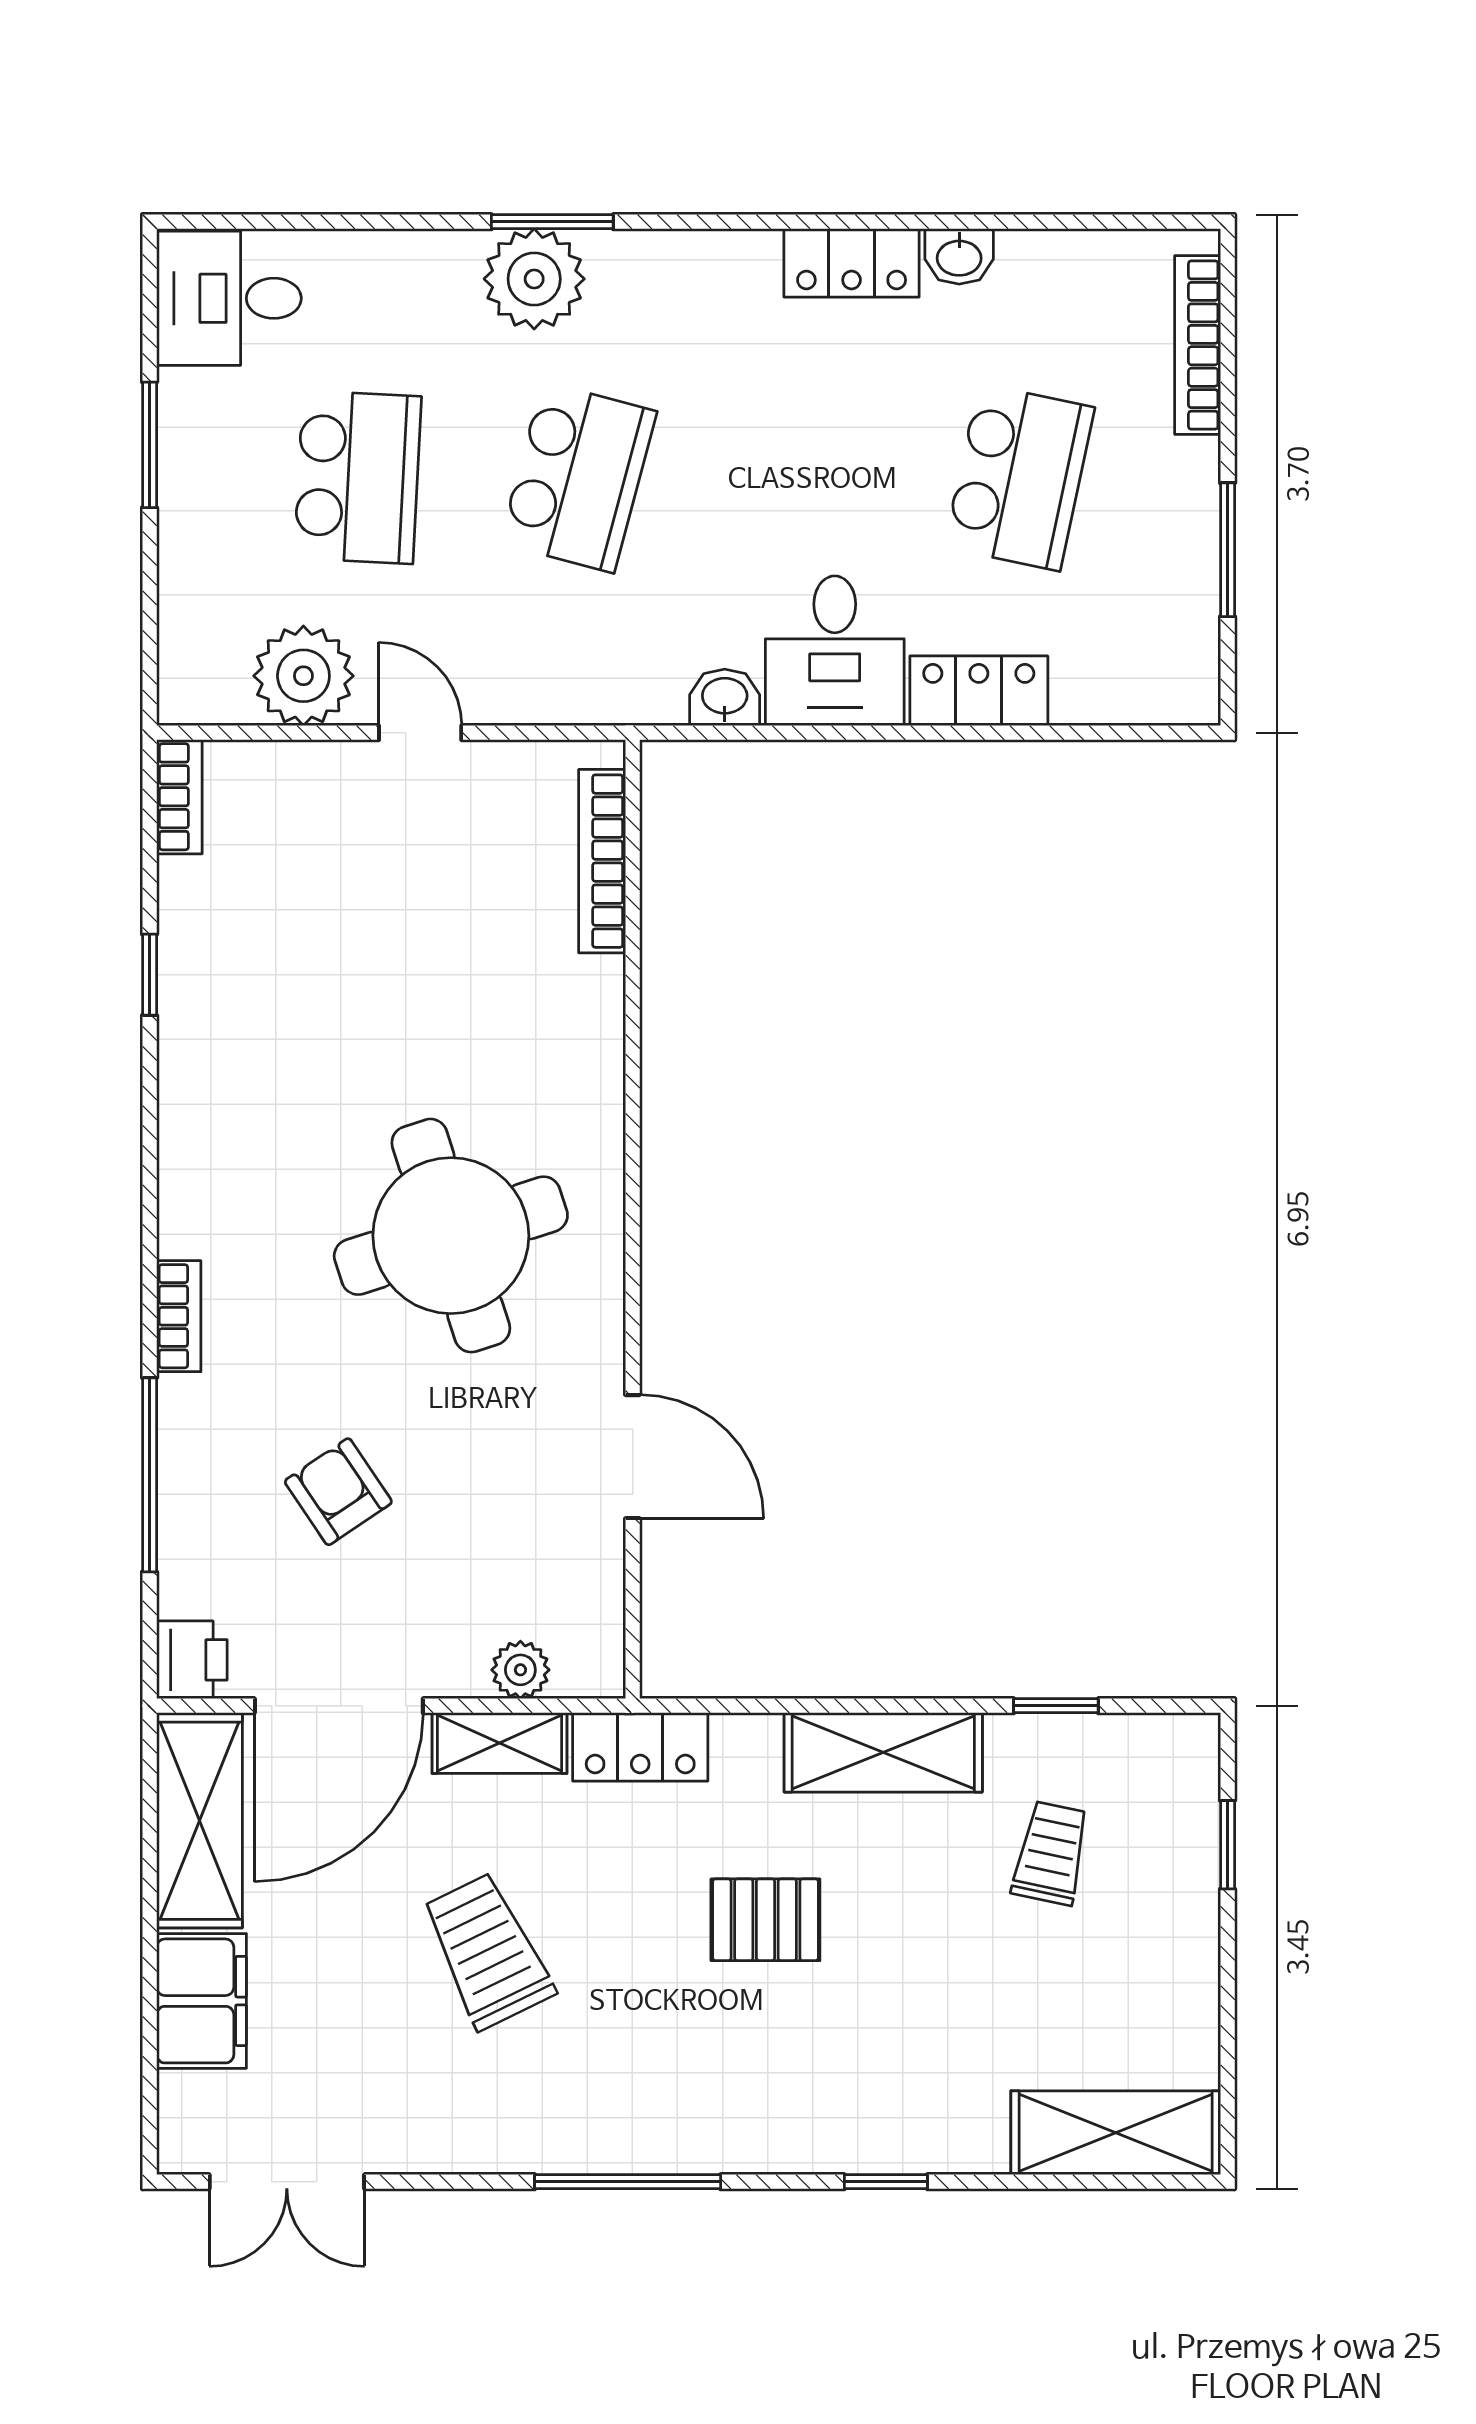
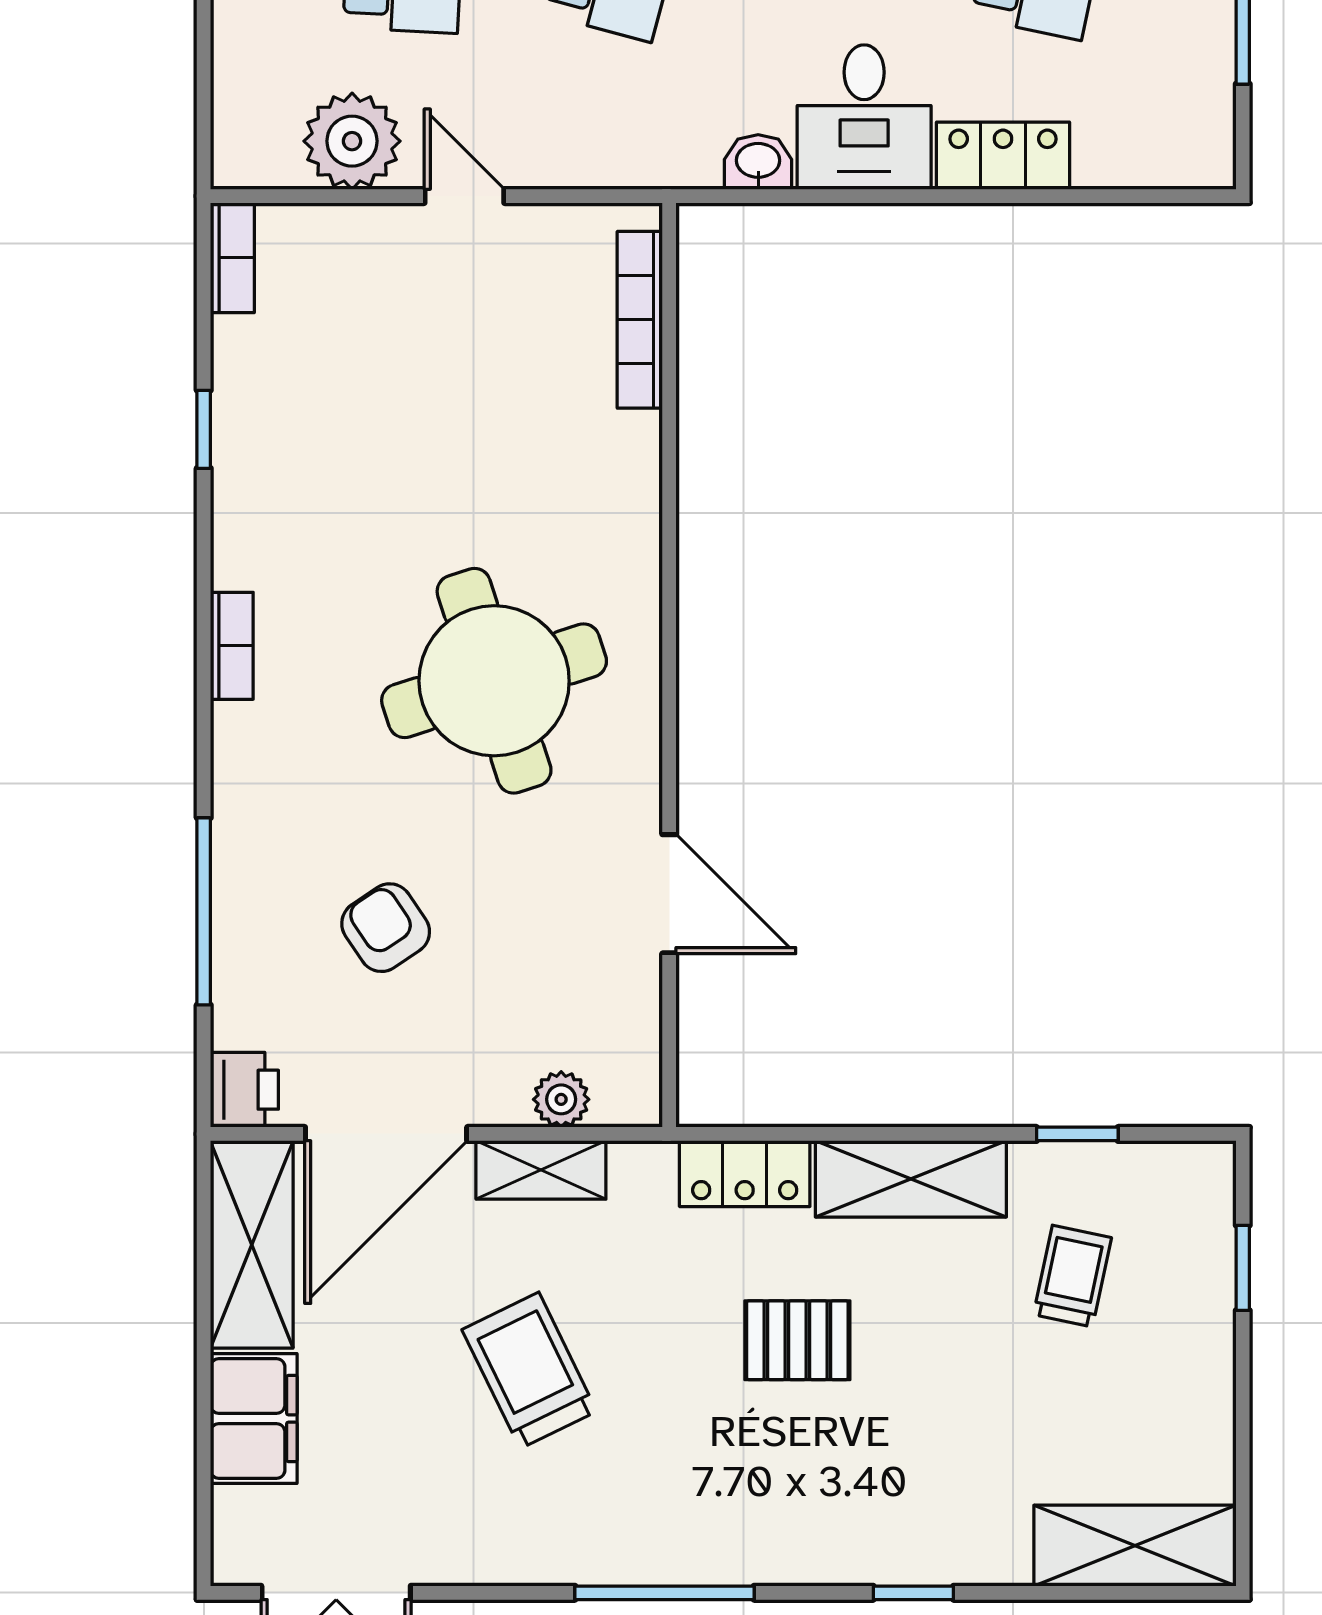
bookcase: (179, 1316) -> (232, 646), moved
locker: (640, 1747) -> (745, 1174), moved

